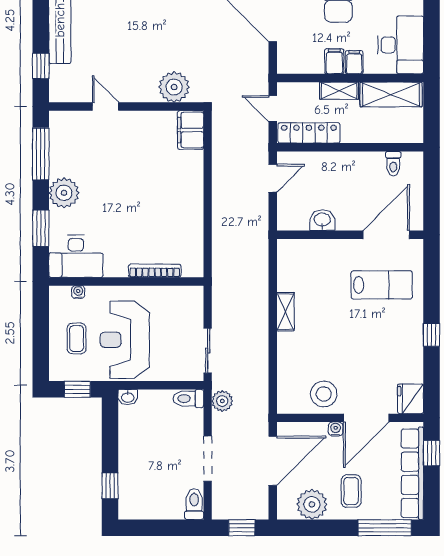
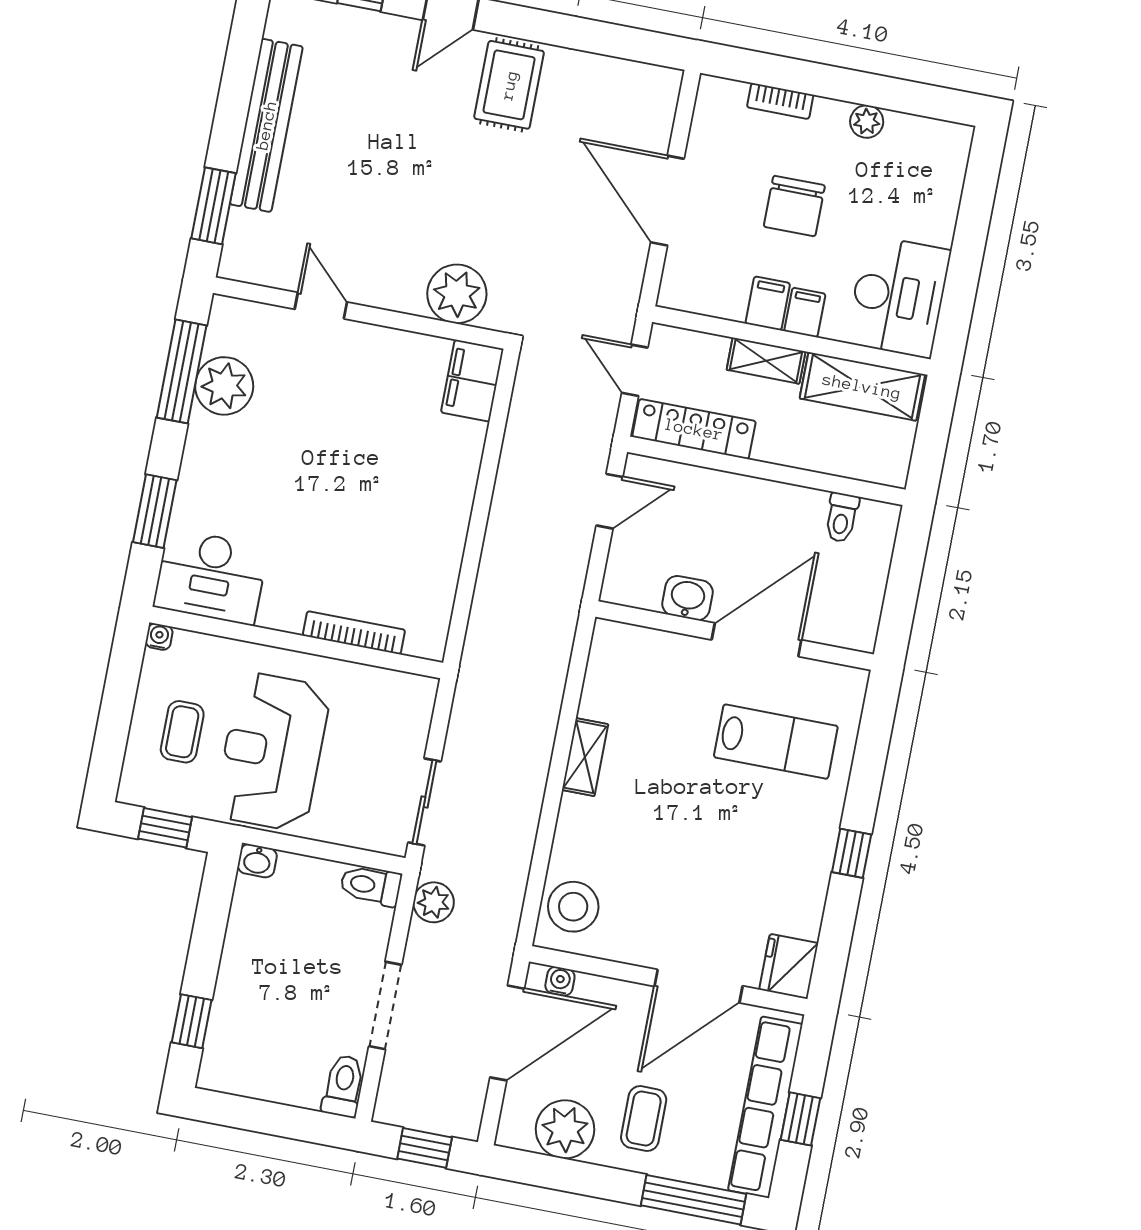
window: (41, 66) -> (214, 206), width x1.50
plant: (64, 193) -> (224, 386), moved
door: (386, 235) -> (757, 640), moved
water cooler: (78, 292) -> (159, 637), moved
stool: (324, 394) -> (573, 907), moved
water cooler: (336, 429) -> (560, 981), moved
window: (431, 453) -> (800, 1119), moved

